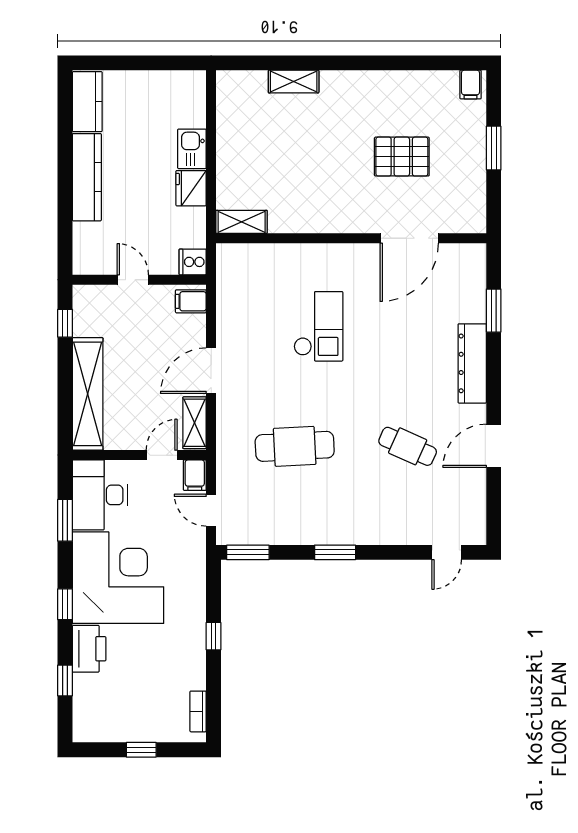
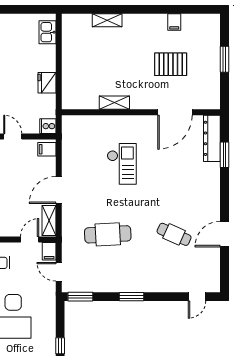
filing cabinet: (471, 85) -> (174, 22), moved
kitchen sink: (192, 149) -> (47, 32), moved
shelving: (242, 222) -> (114, 103), moved
dresser: (472, 363) -> (212, 138), moved

